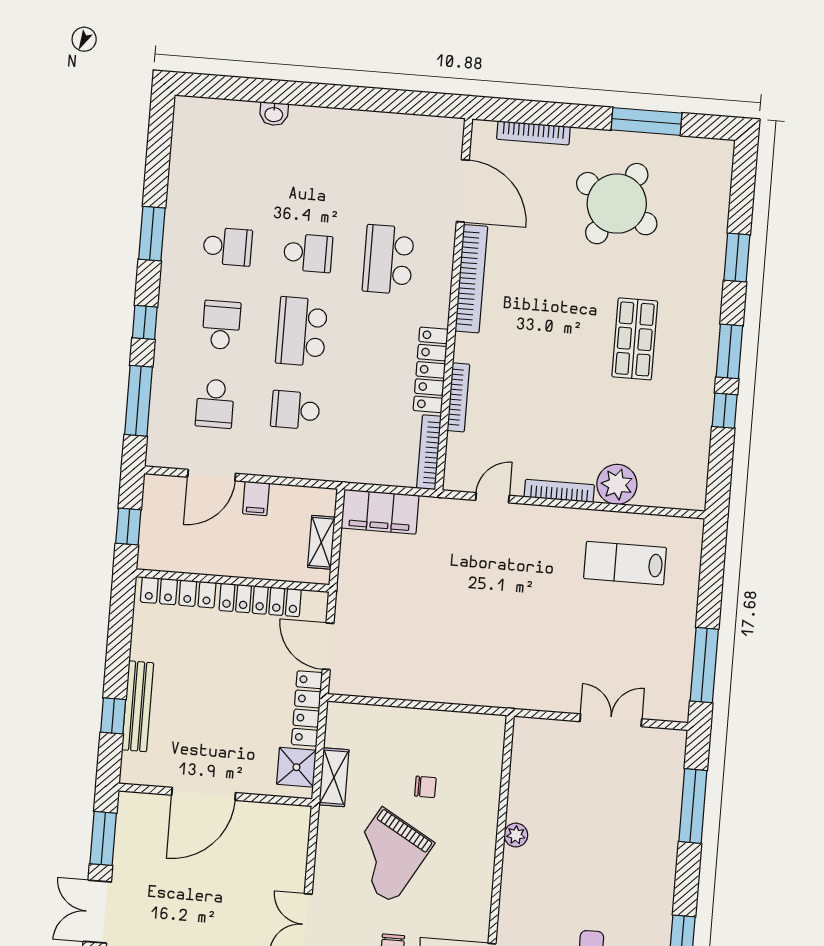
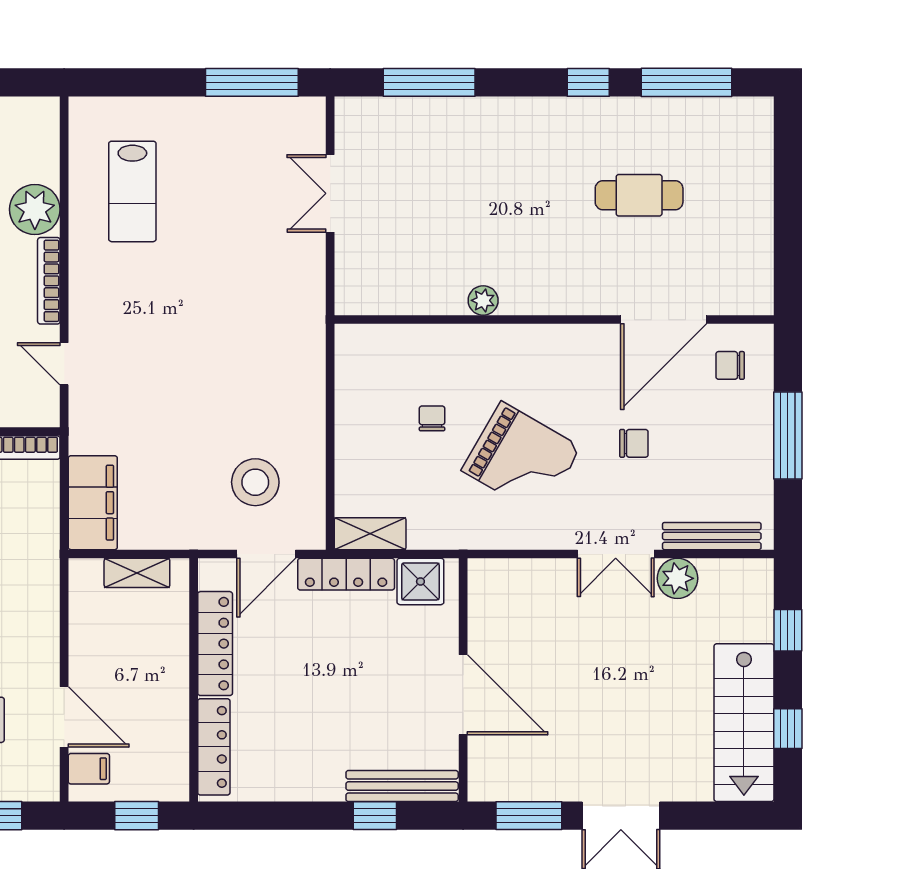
filing cabinet: (256, 499) -> (89, 769), moved
stool: (386, 642) -> (255, 482), added
bench: (138, 706) -> (402, 786), moved
shelving: (334, 777) -> (370, 534), moved

